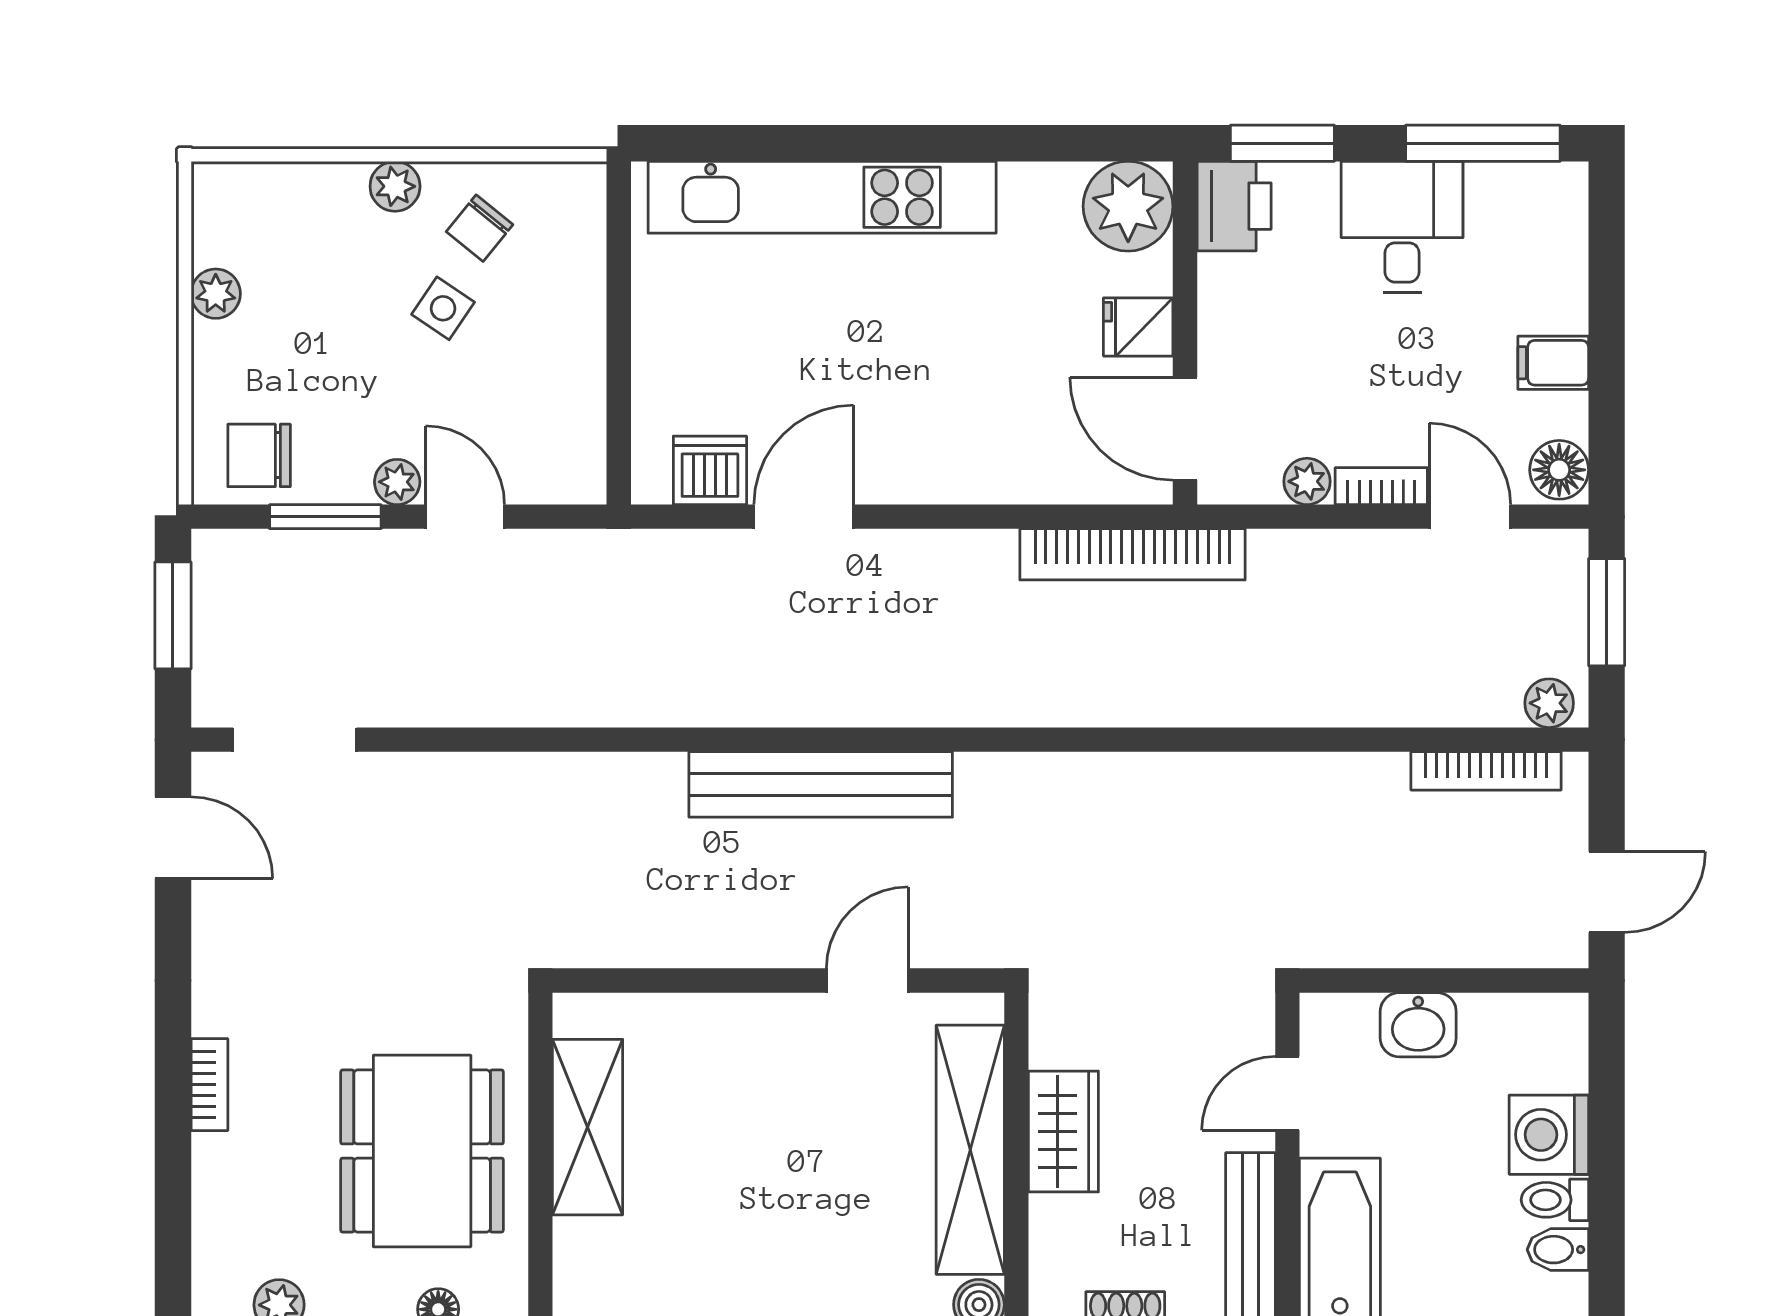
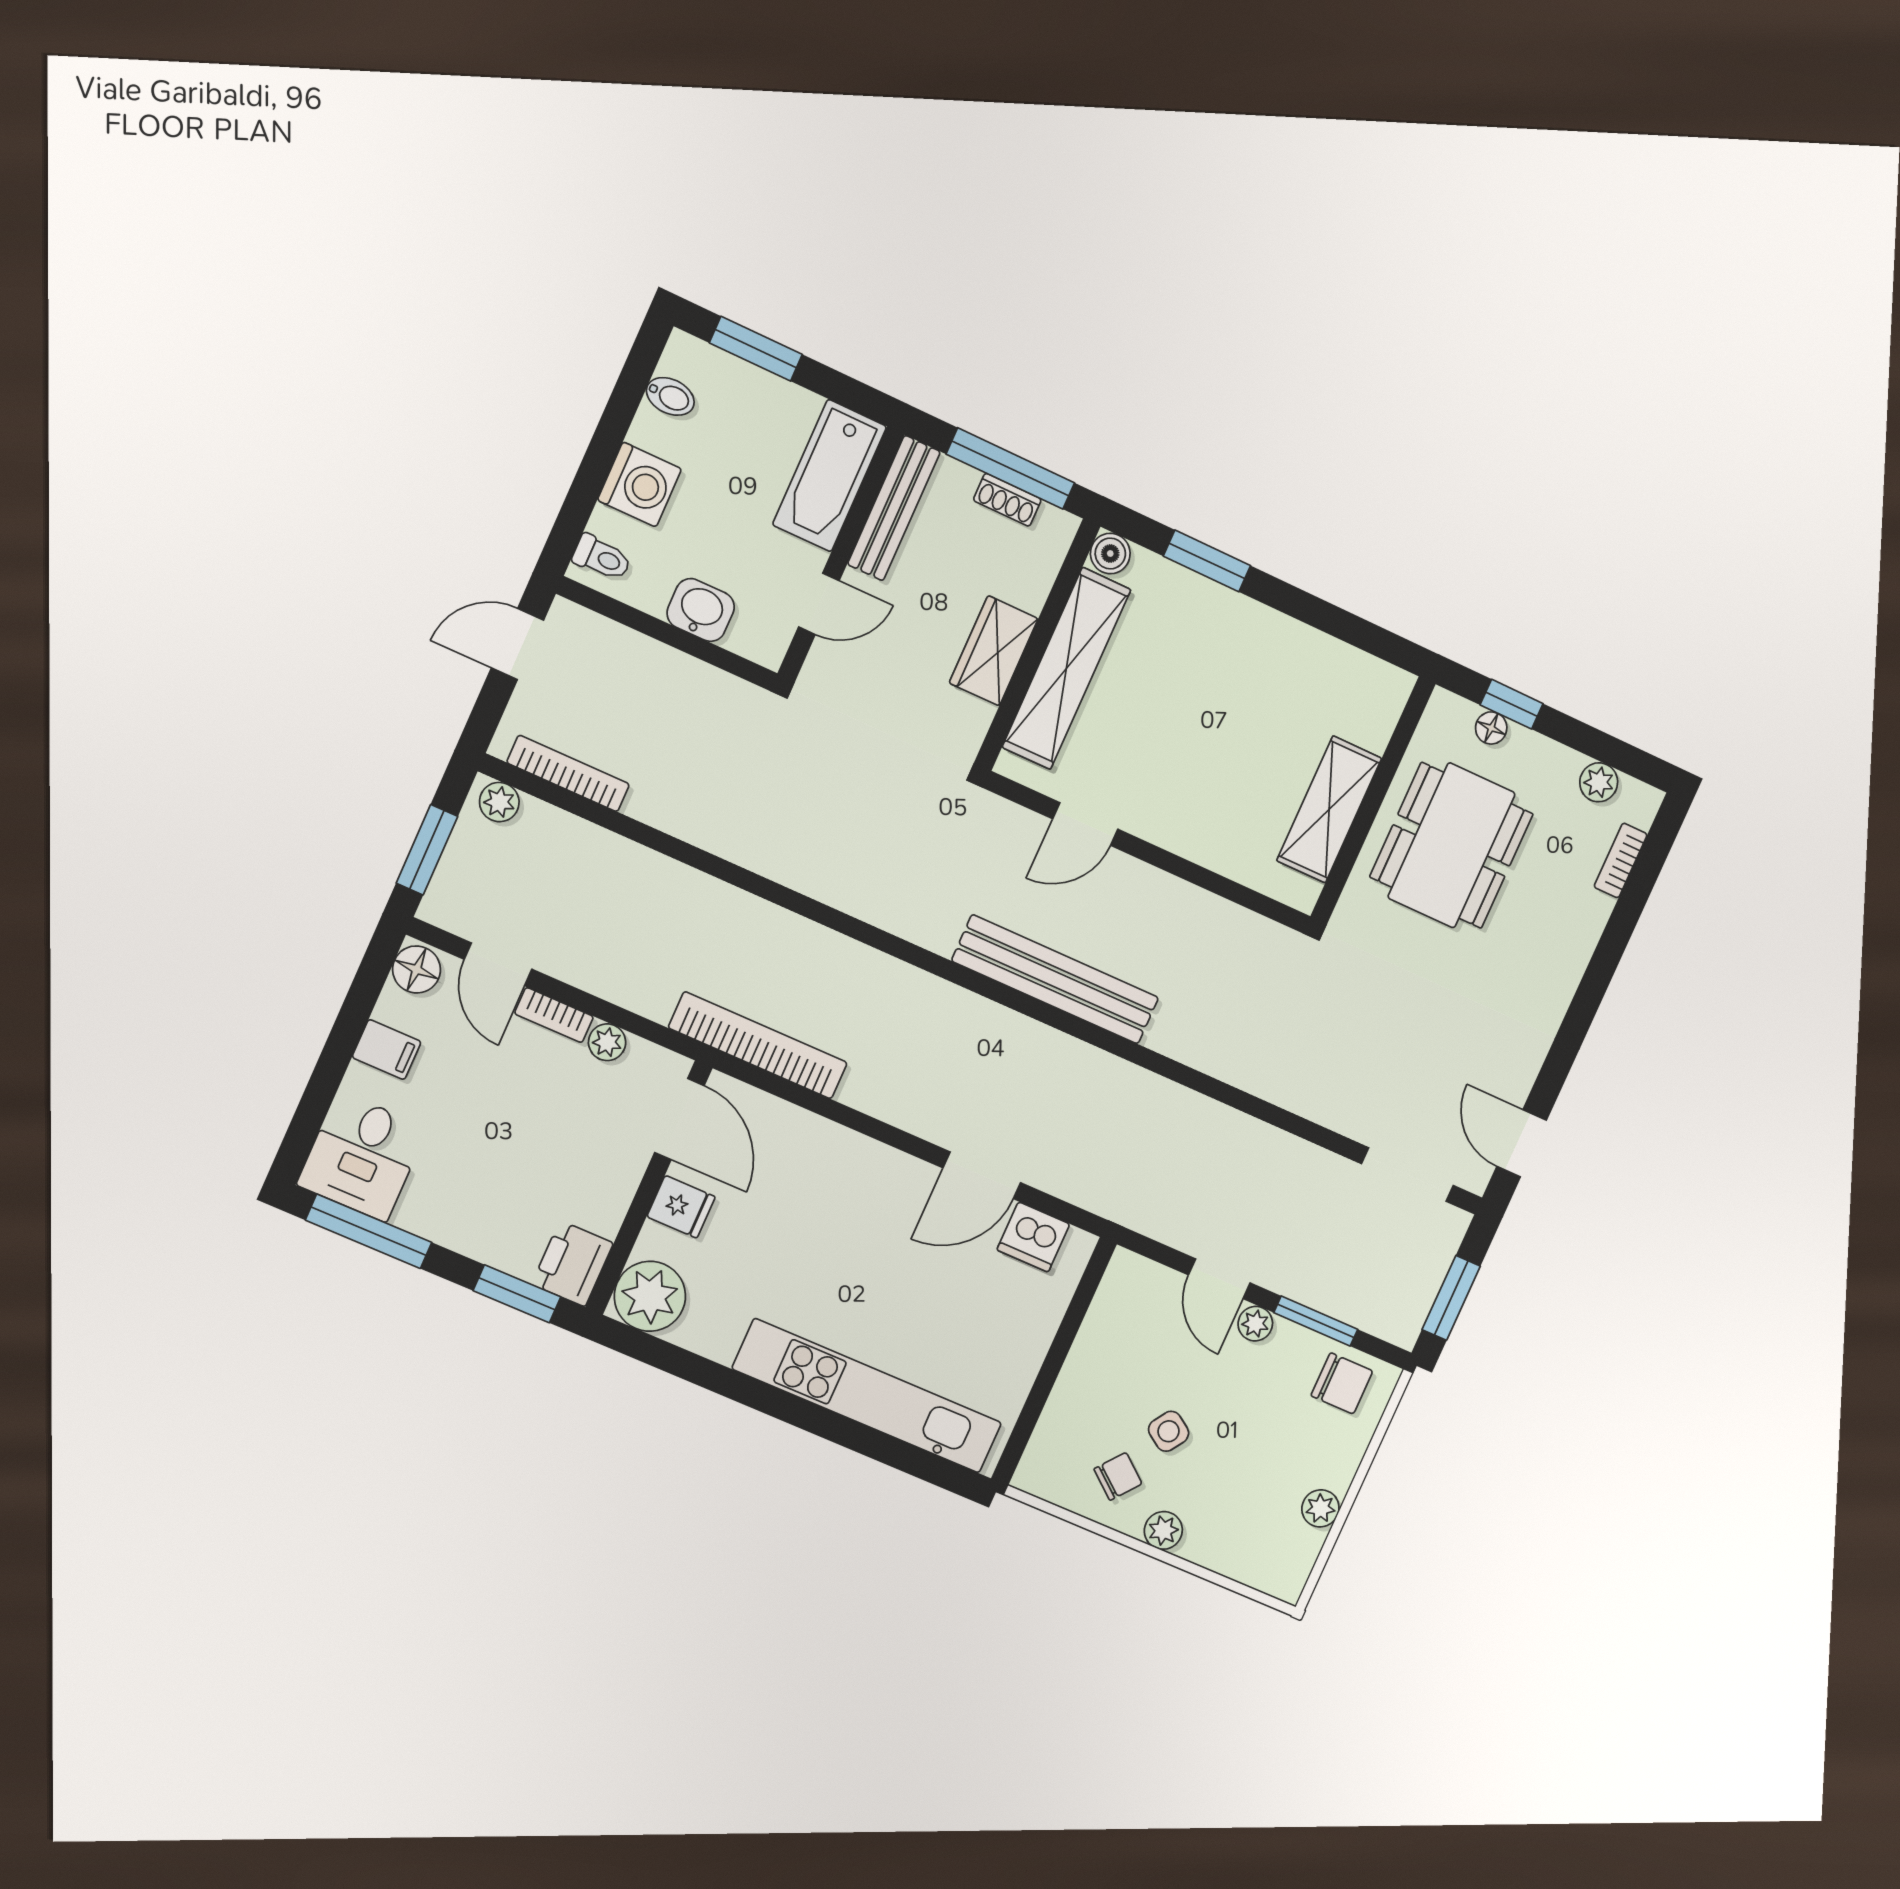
desk: (1402, 227) -> (362, 1156), moved
bookcase: (209, 1085) -> (1621, 861), moved
toilet: (1555, 1200) -> (602, 558), moved

